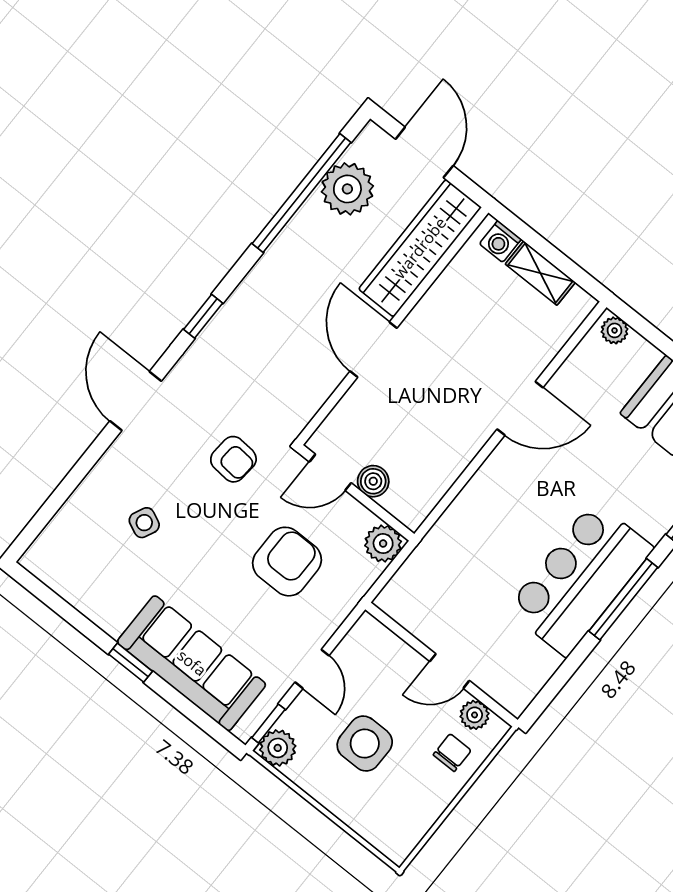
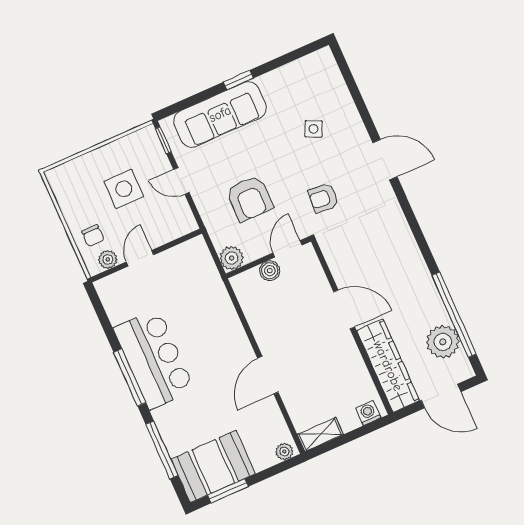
shelving: (540, 273) -> (320, 434), moved
window: (203, 316) -> (413, 223), removed
plant: (278, 748) -> (147, 138), removed

